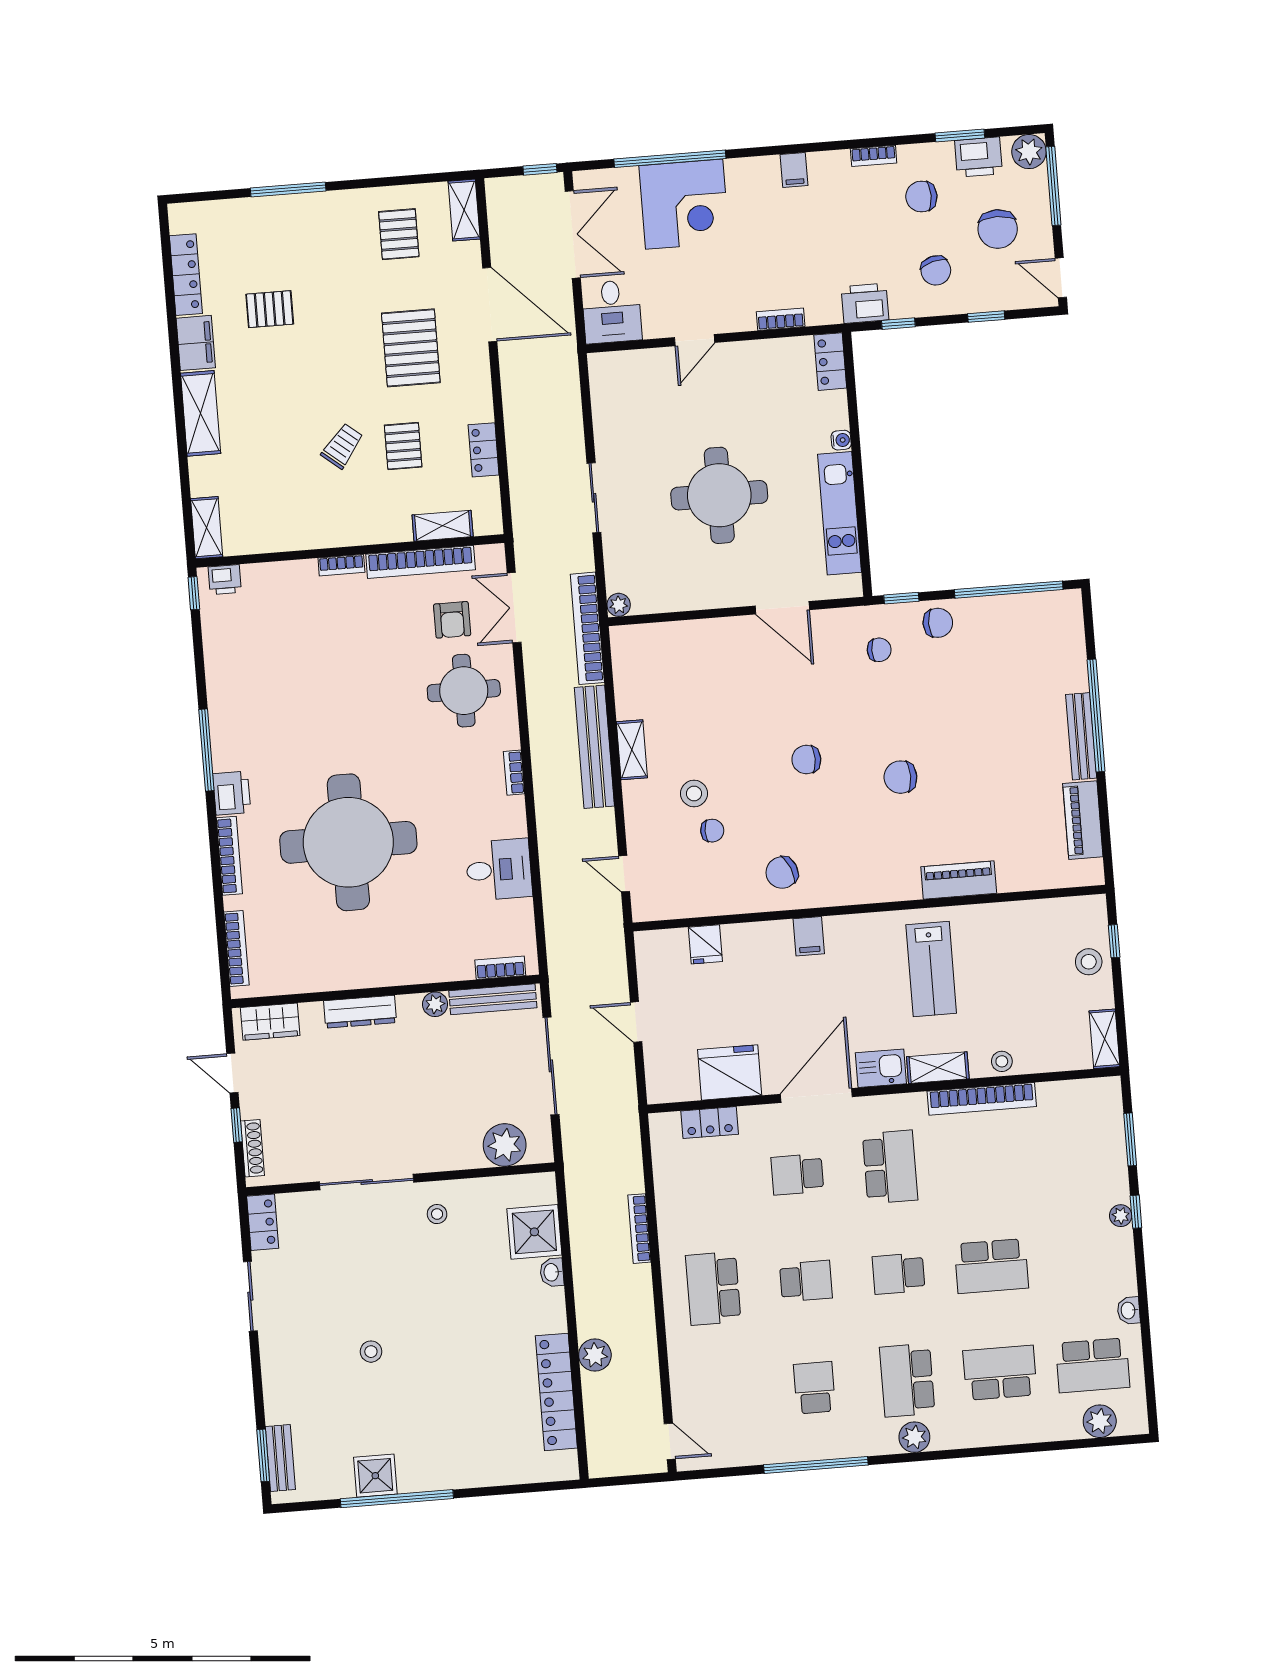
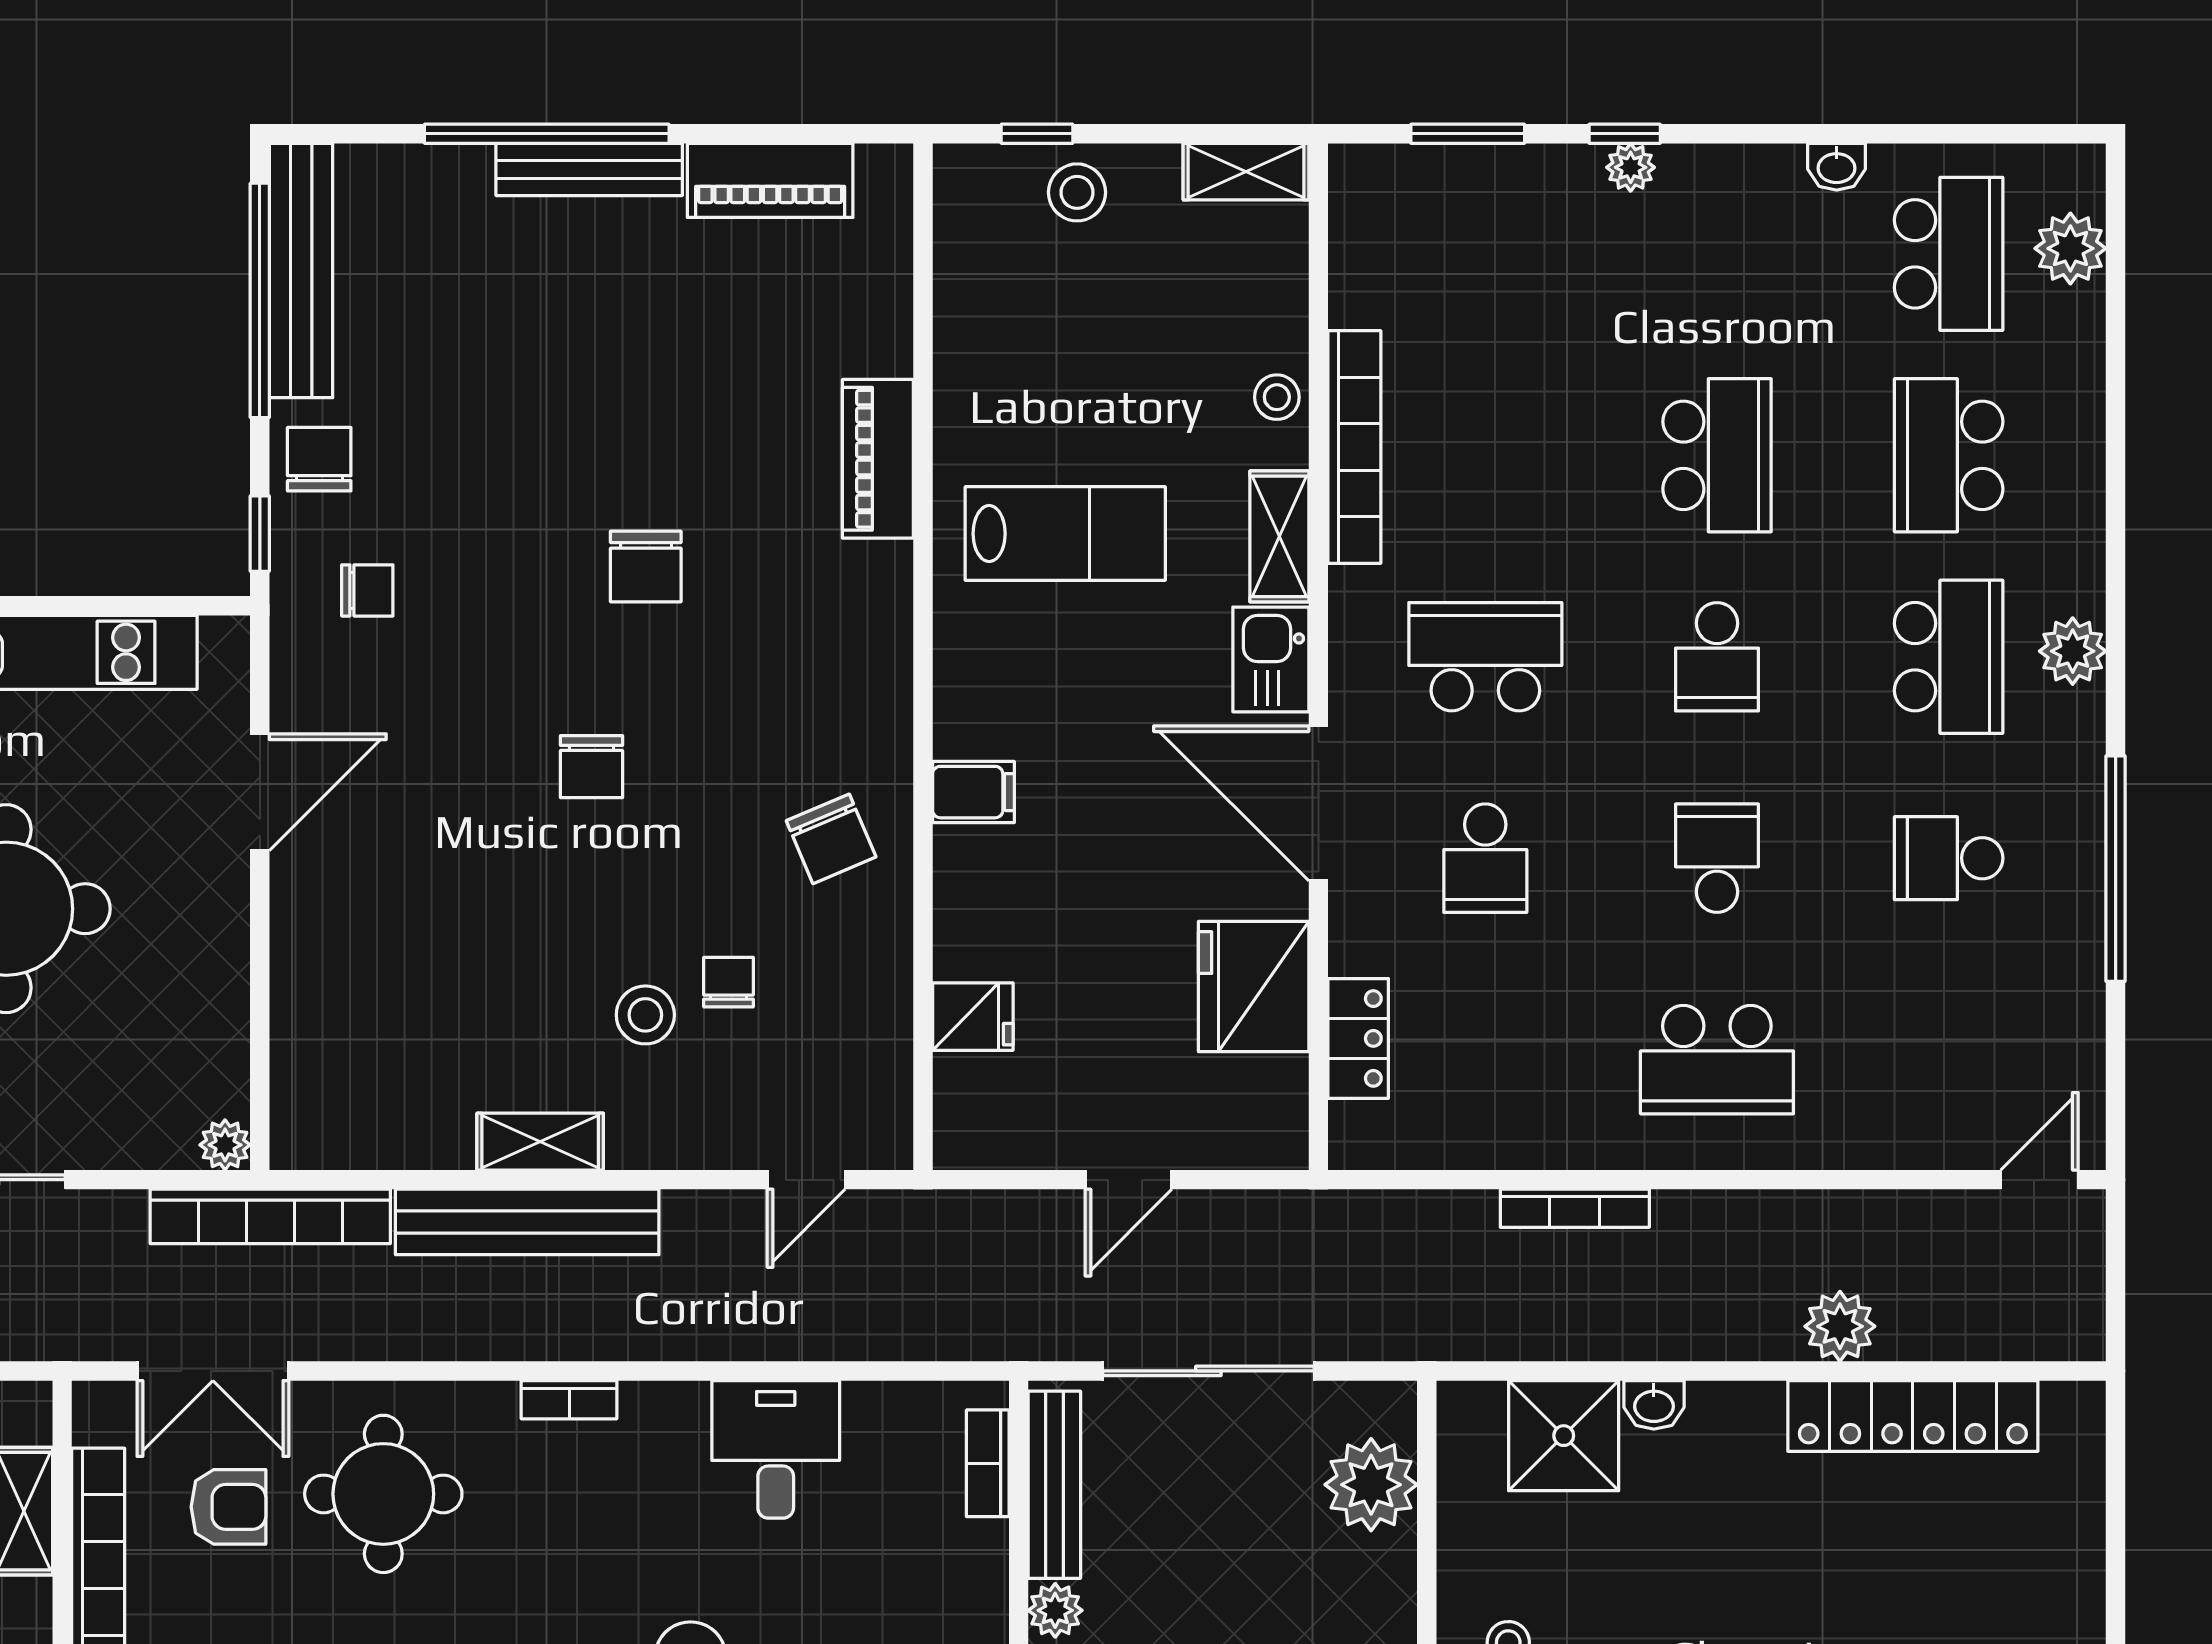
bench: (1024, 607) -> (301, 271), added
chair: (879, 650) -> (367, 590), turned 90
school desk: (907, 1380) -> (1949, 657), turned -90

